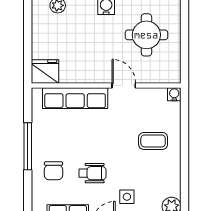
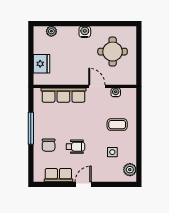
fridge: (45, 71) -> (41, 64), moved, turned 90
water cooler: (174, 94) -> (116, 92), moved
side table: (127, 197) -> (112, 152), moved

